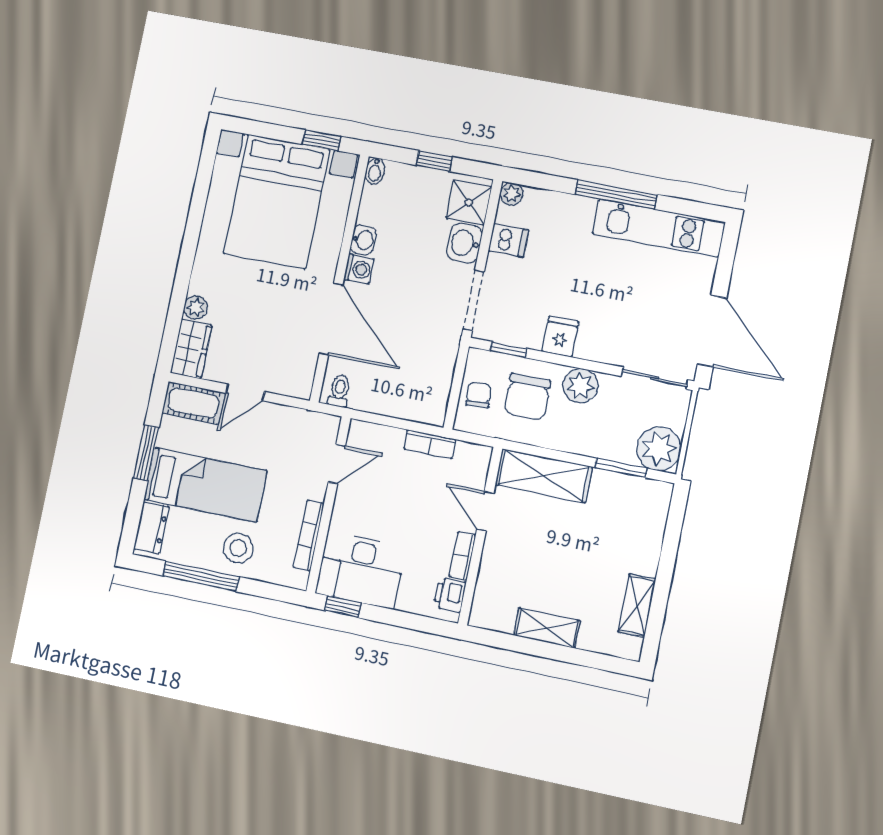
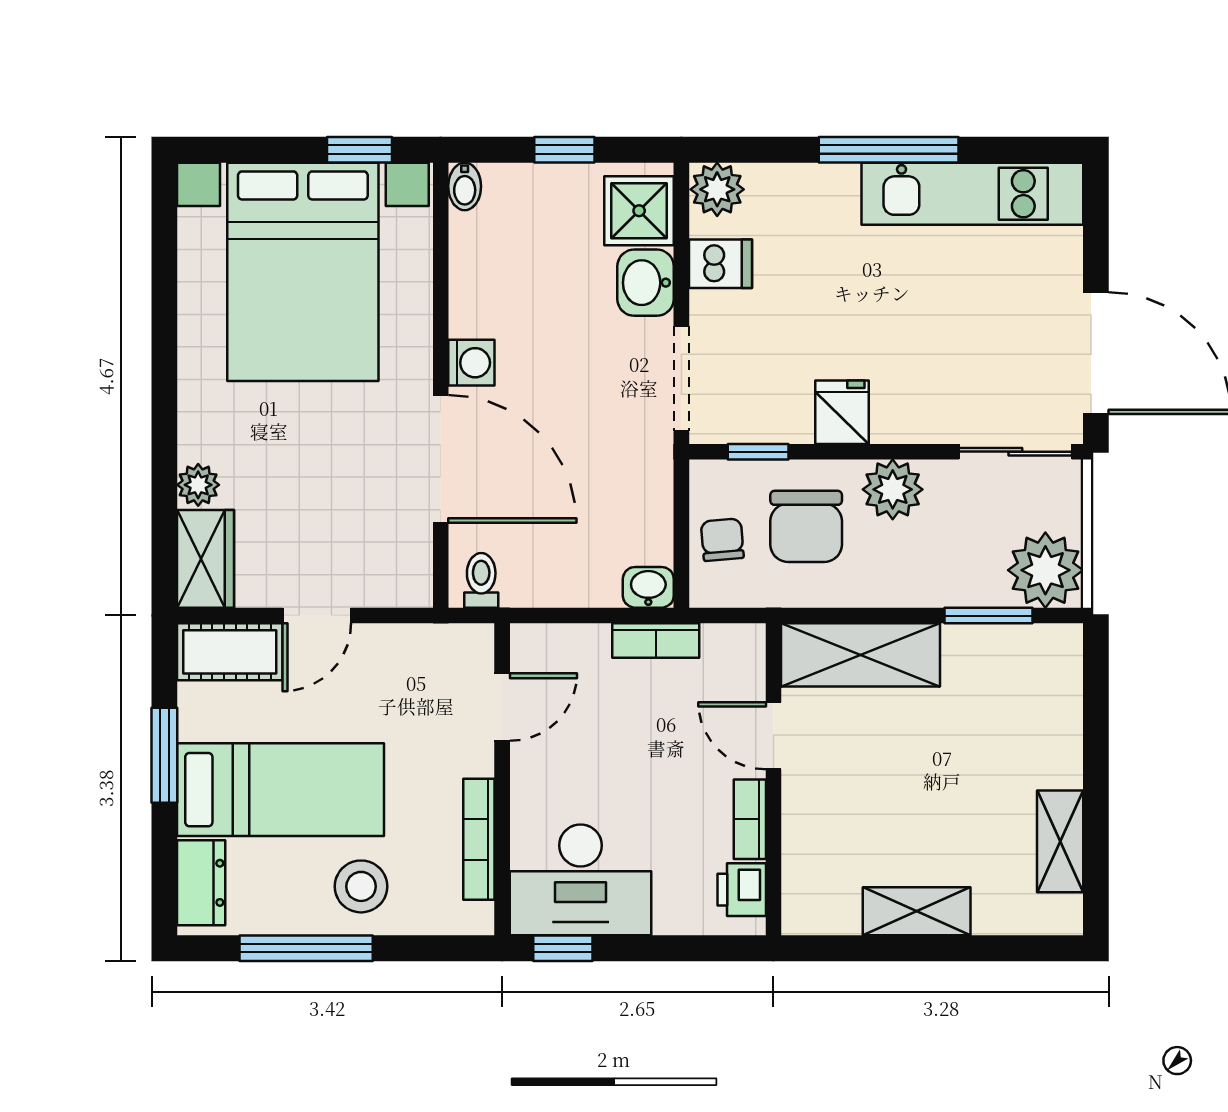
plant: (512, 194) -> (717, 189), width x1.38, depth x1.38
washbasin: (363, 240) -> (648, 587), moved, turned -90

